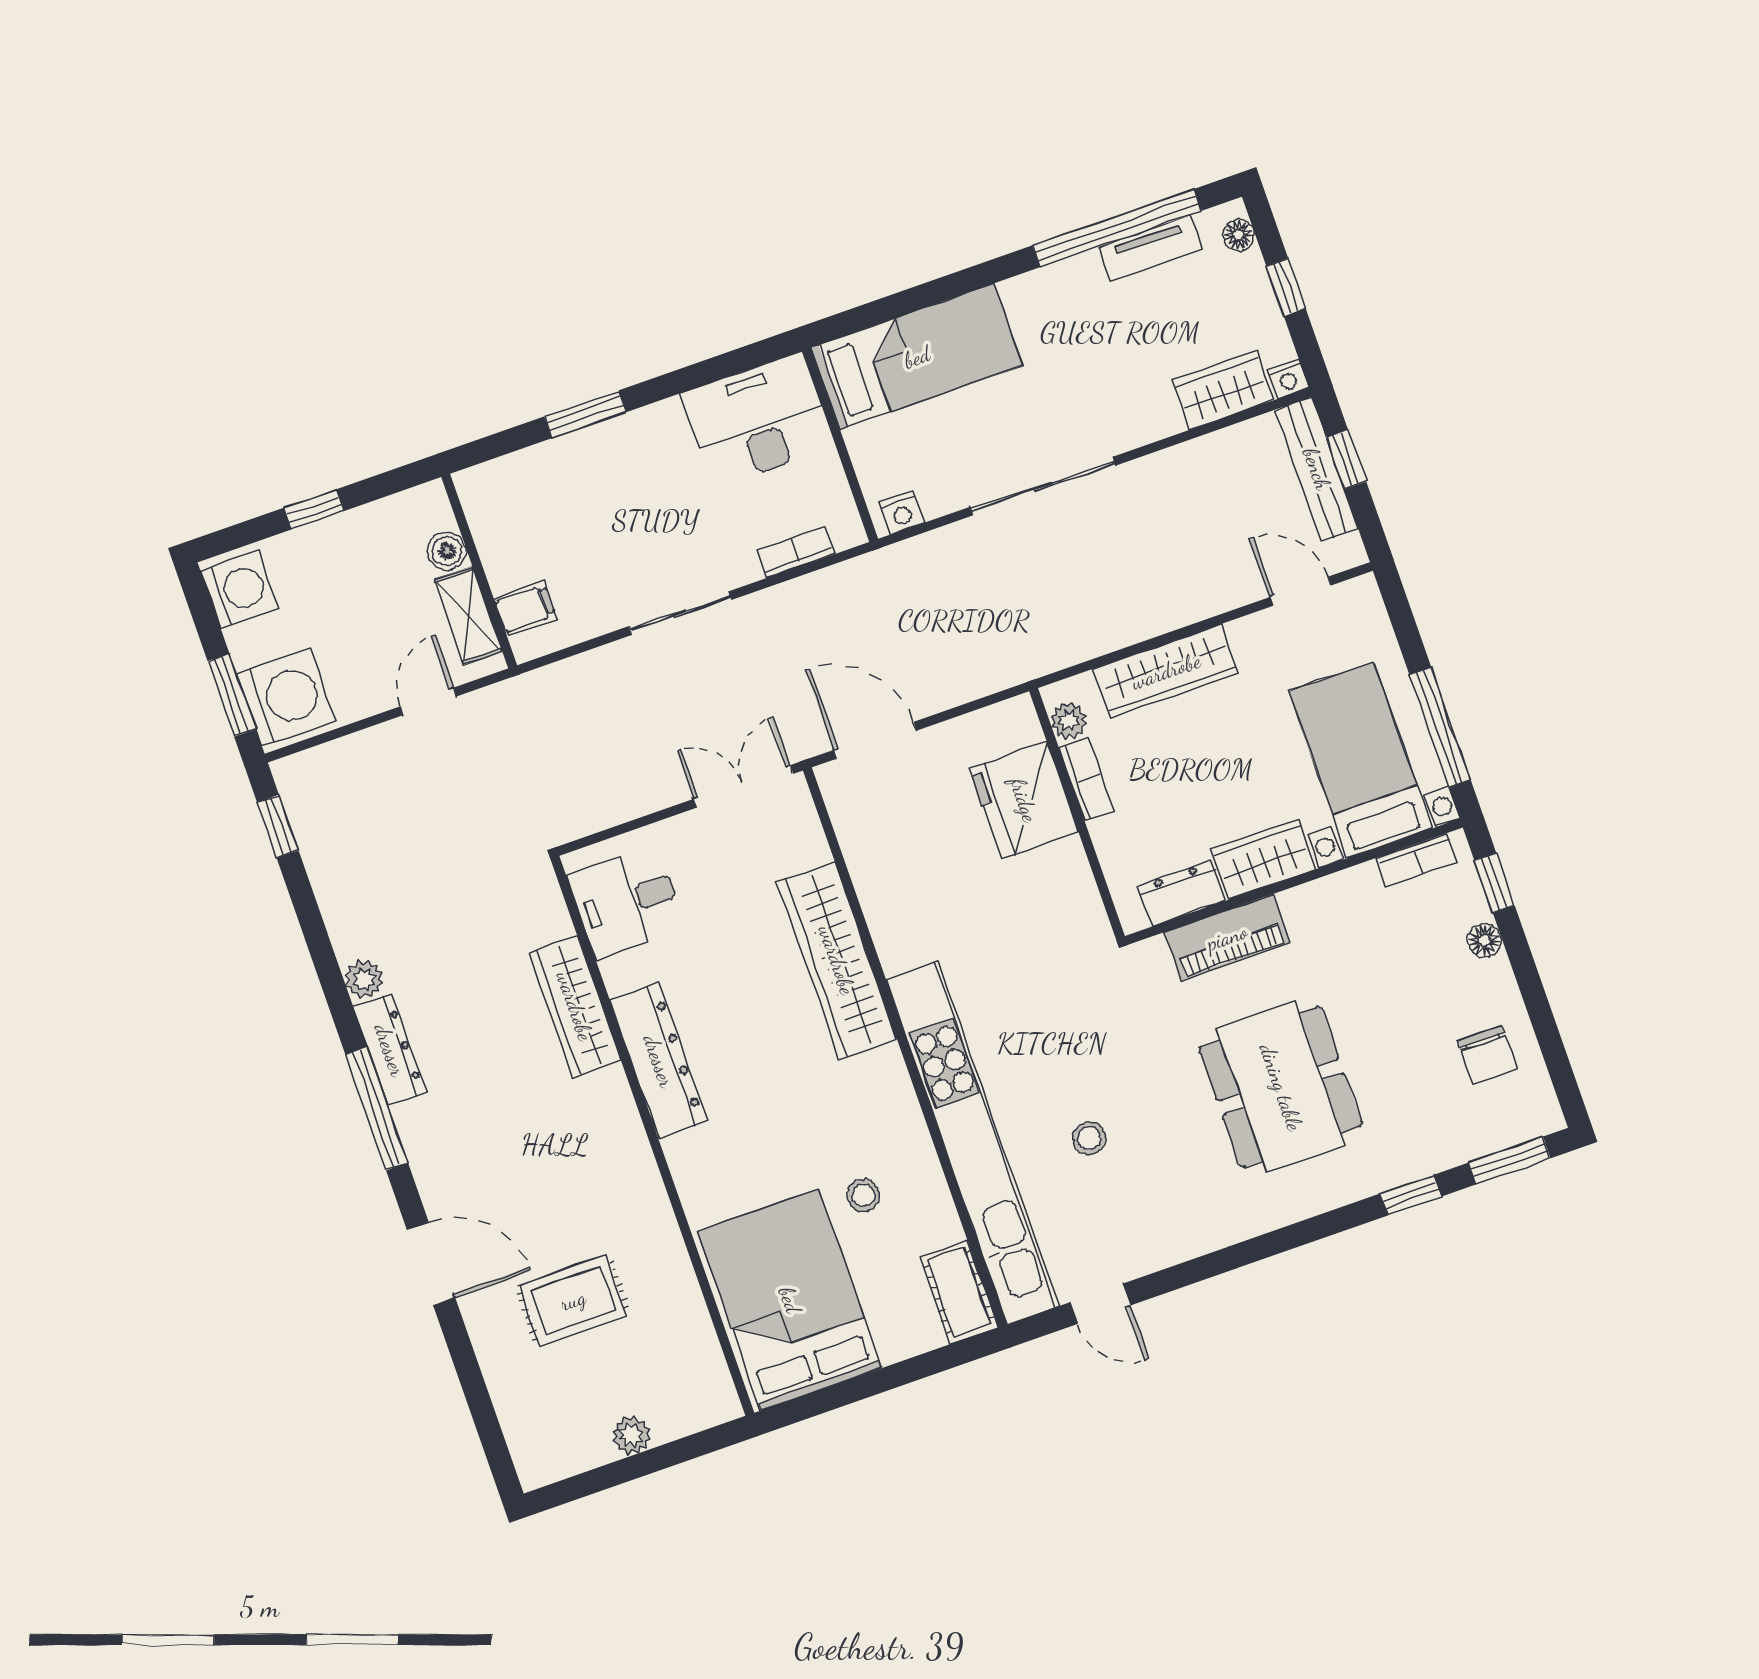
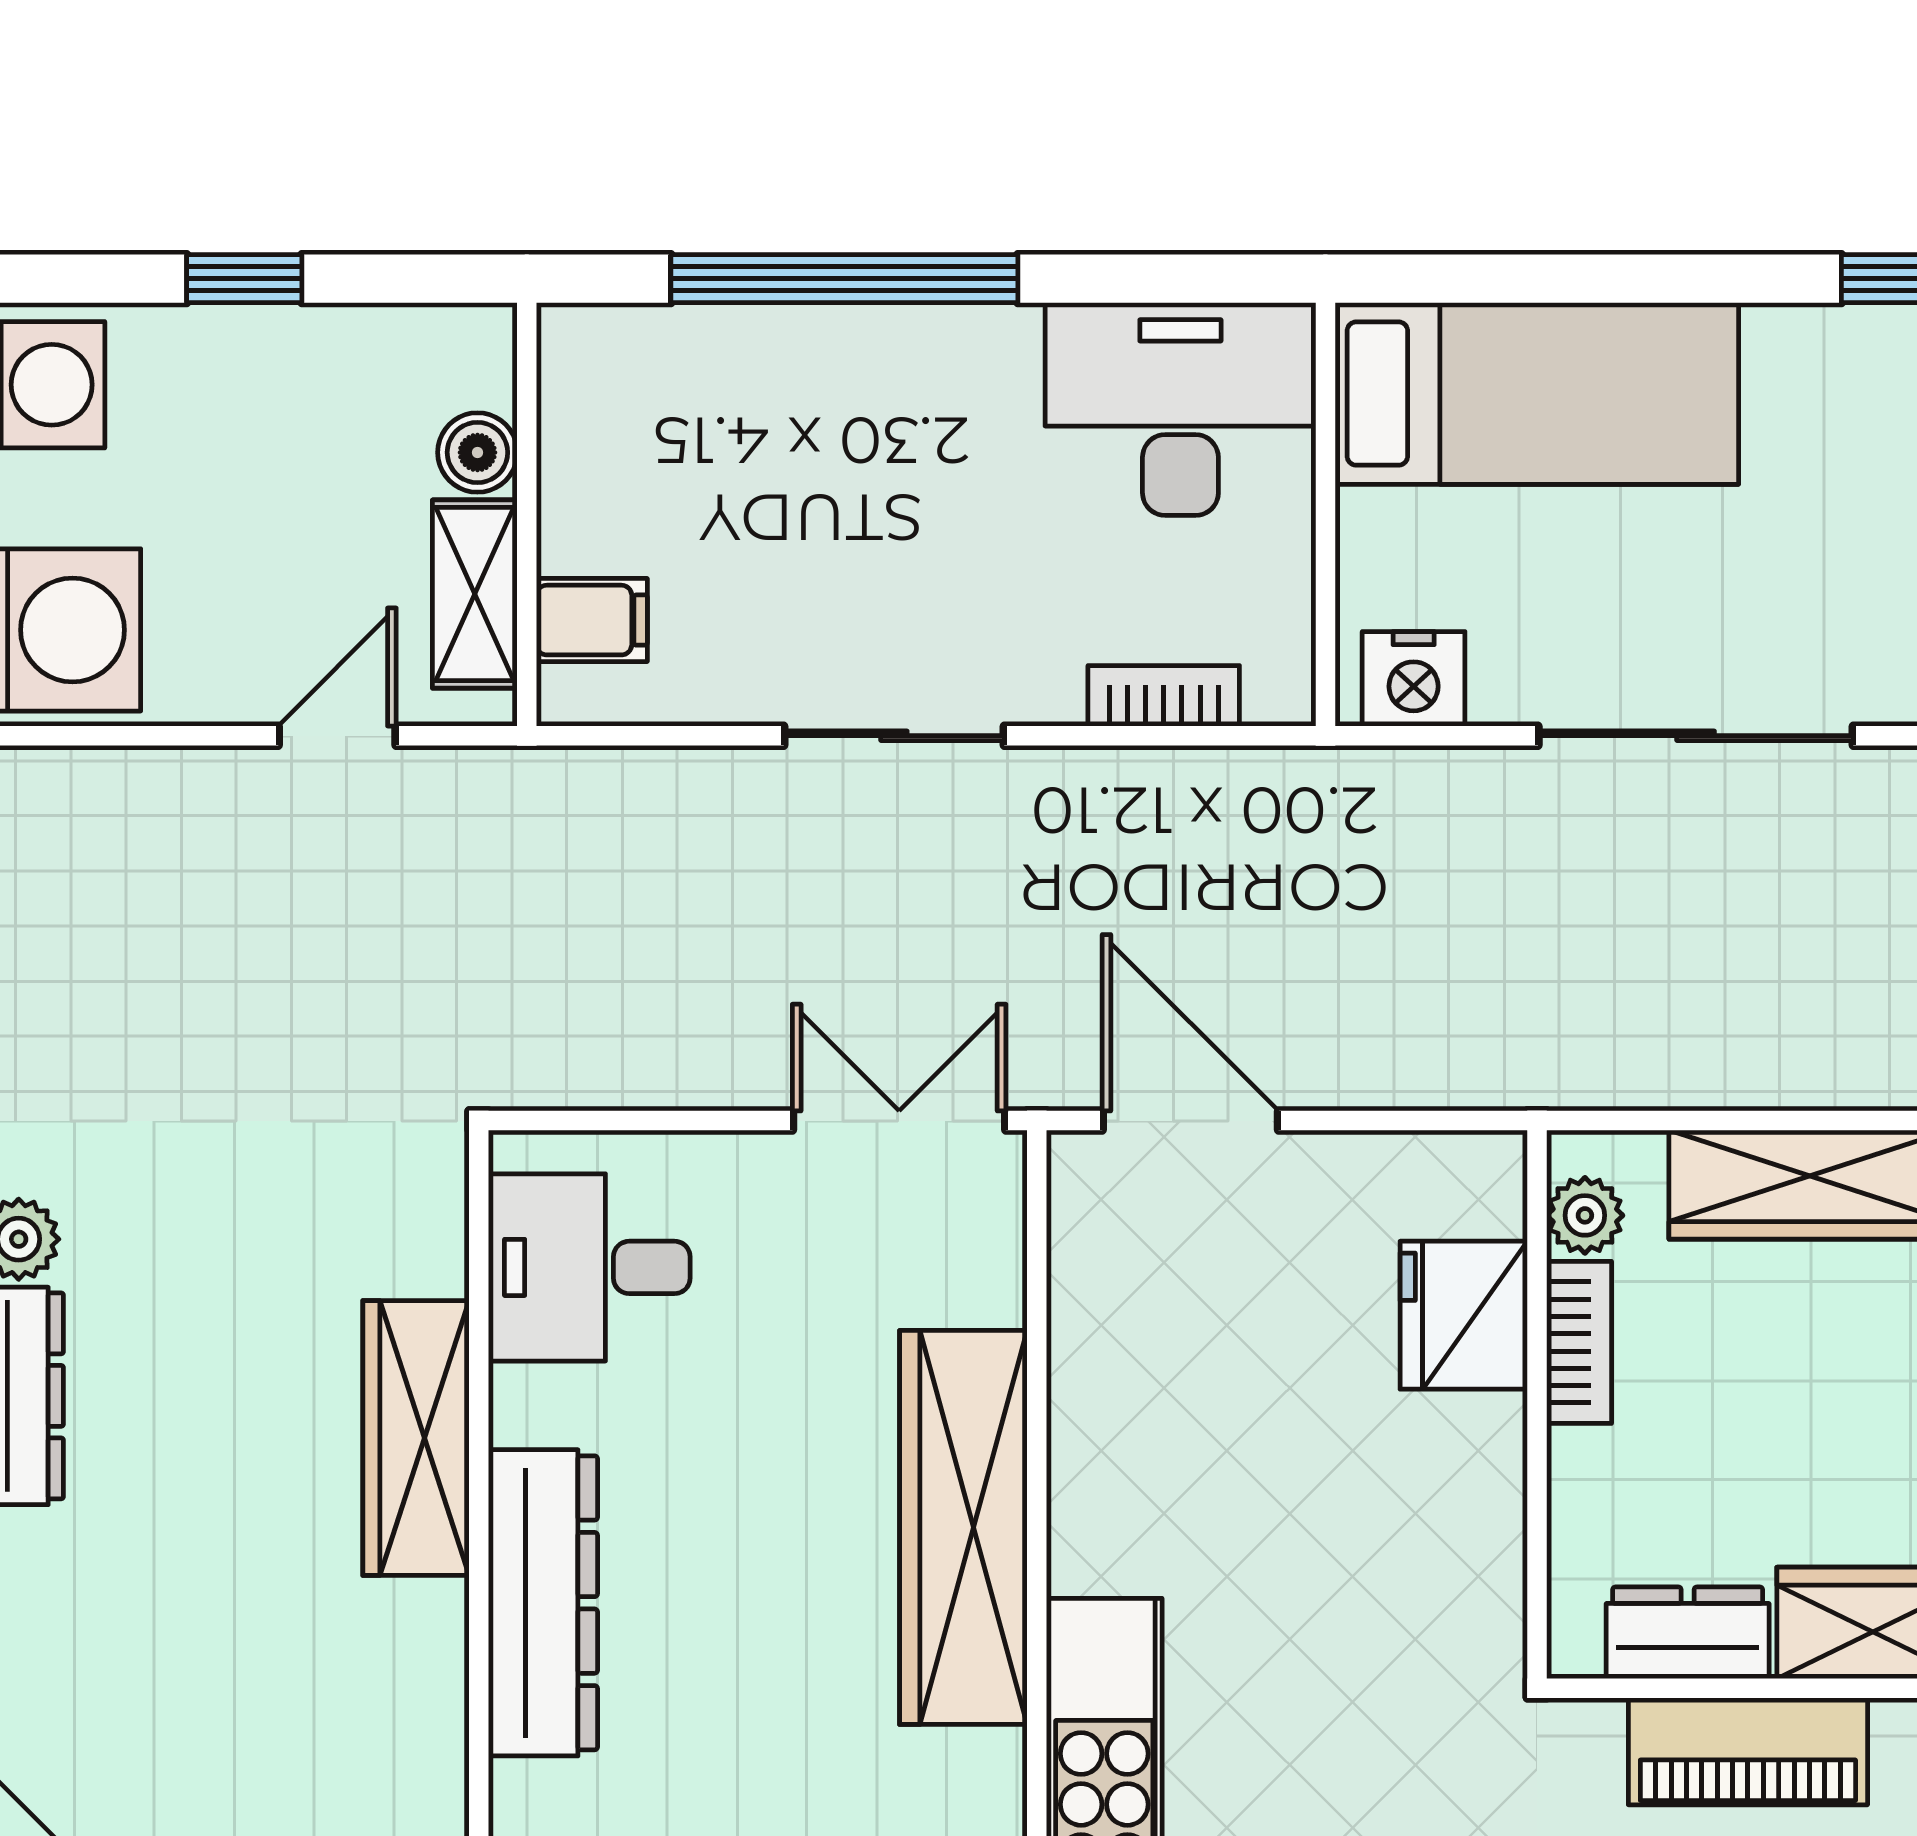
window: (585, 414) -> (844, 279), width x2.11
nightstand: (902, 513) -> (1414, 679), width x1.39, depth x1.35
fridge: (1024, 800) -> (1464, 1315), width x0.73, depth x0.75

